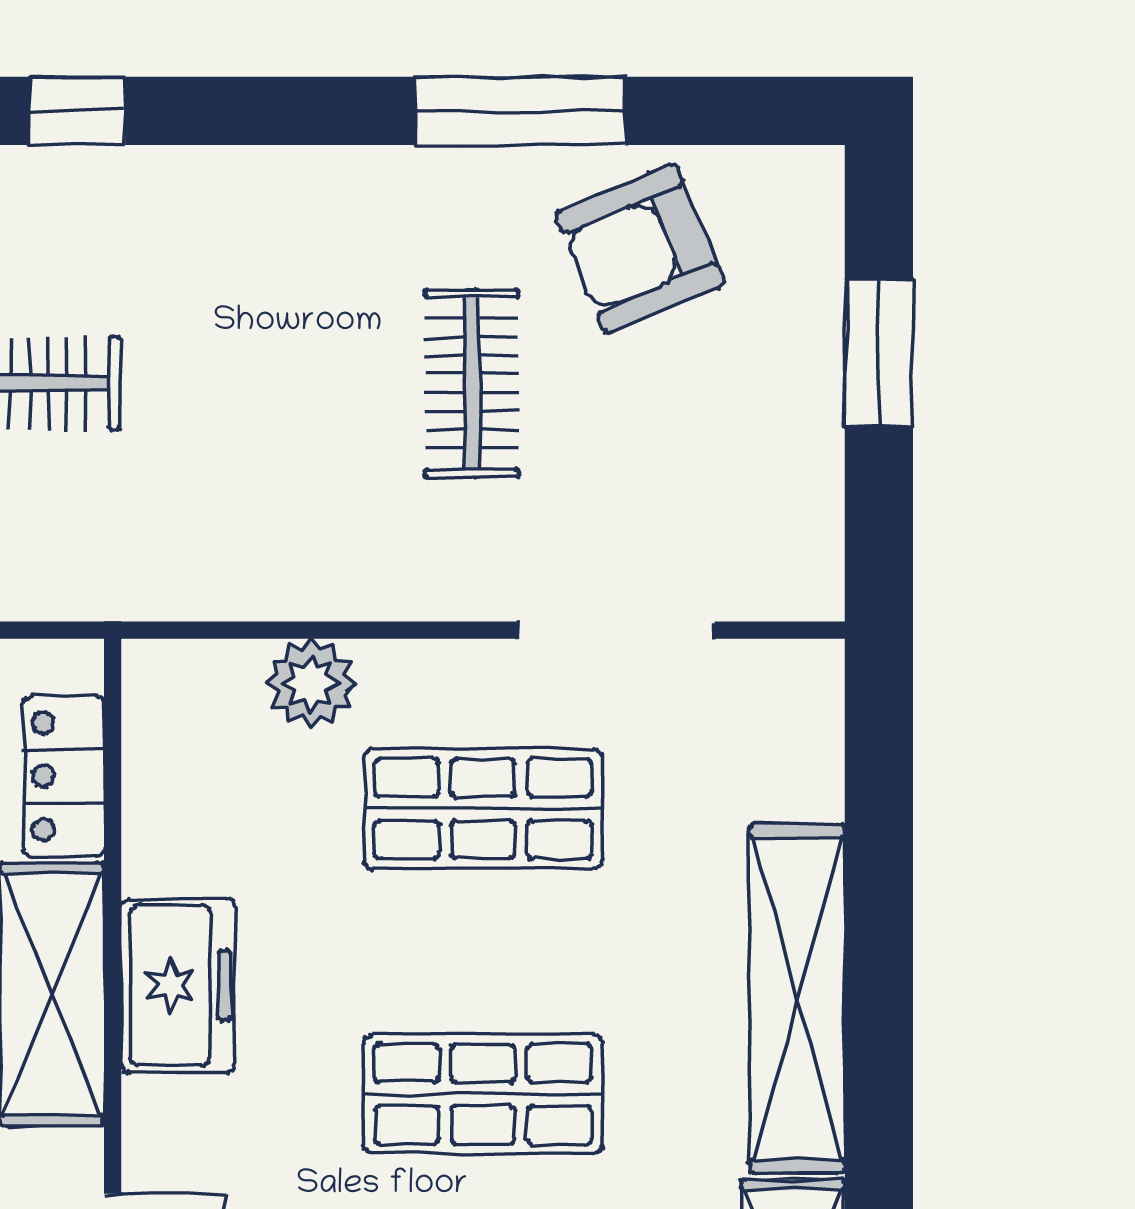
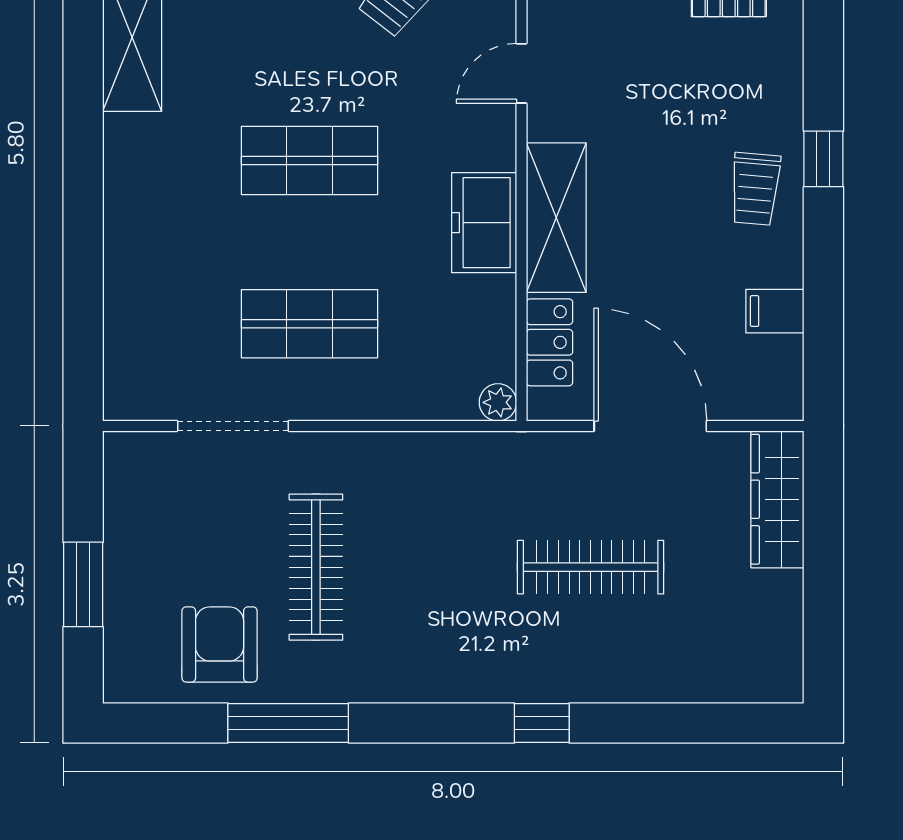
armchair: (640, 248) -> (220, 644), turned -67
clothes rail: (472, 383) -> (316, 567), width x1.36
plant: (311, 684) -> (498, 402), moved, width x0.73, depth x0.73
shelving: (797, 999) -> (130, 215), removed

